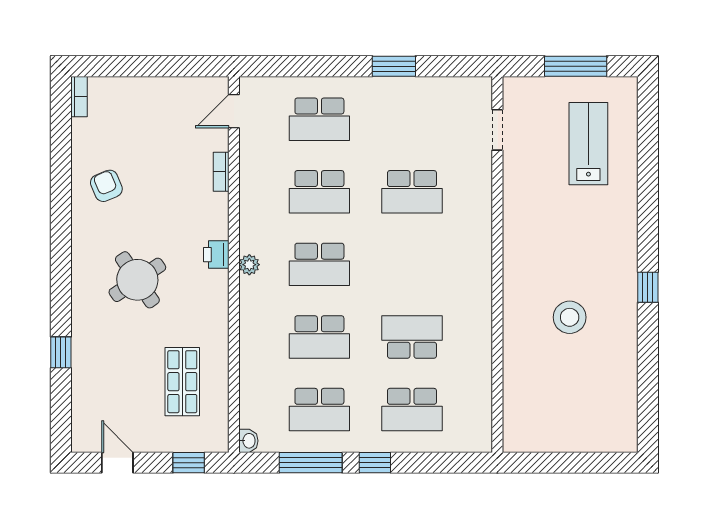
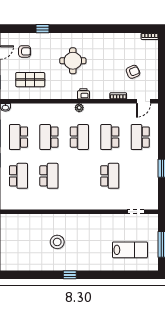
door: (234, 111) -> (144, 101), swing flipped
armchair: (106, 186) -> (133, 72), moved
school desk: (412, 192) -> (110, 176), turned 180
school desk: (319, 264) -> (79, 137), turned 180
round table: (137, 280) -> (73, 61), turned 34
armchair: (115, 395) -> (25, 51), added
school desk: (412, 410) -> (18, 176), turned 180

